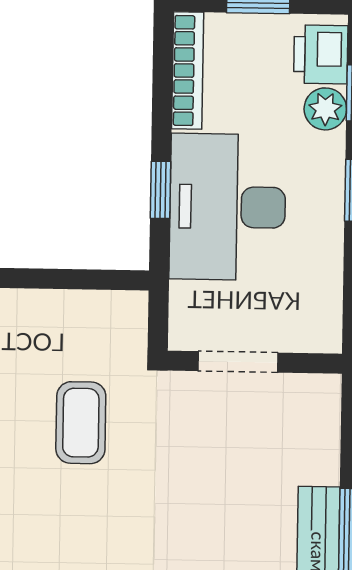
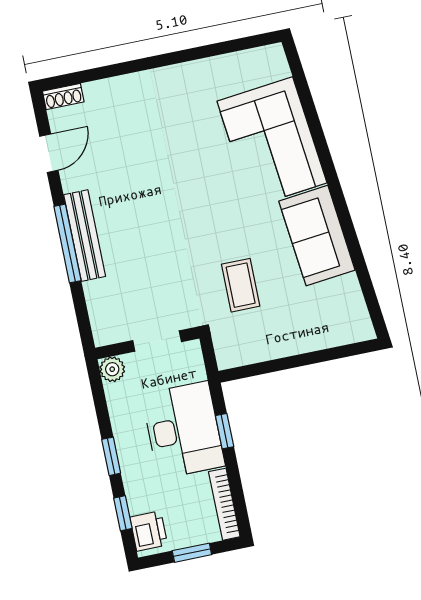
plant: (325, 109) -> (112, 369), moved

